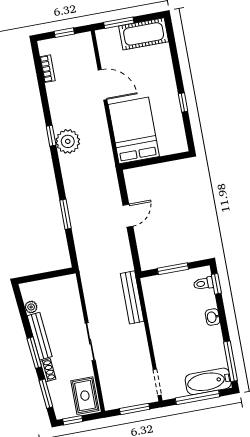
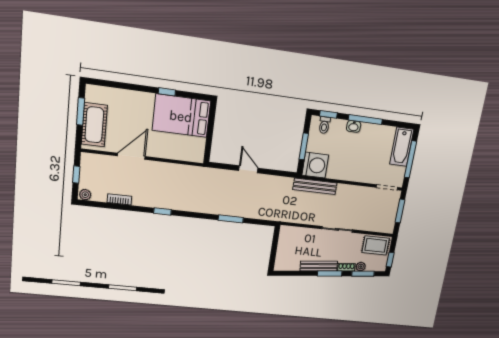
window: (119, 23) -> (81, 111), moved
cot: (144, 34) -> (94, 125), moved
bookcase: (47, 69) -> (119, 199), moved
bed: (134, 130) -> (181, 116), moved
plant: (68, 141) -> (85, 195), moved, width x0.53, depth x0.53
washing machine: (156, 289) -> (315, 165), added
plant: (31, 307) -> (361, 267), moved
window: (231, 361) -> (365, 120), moved

